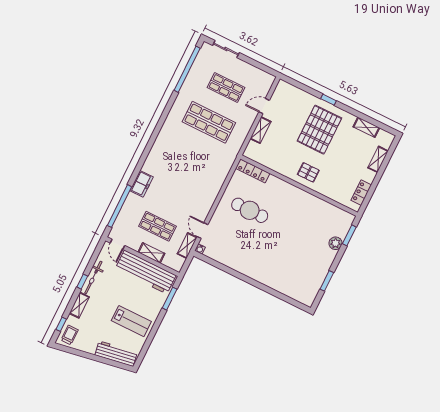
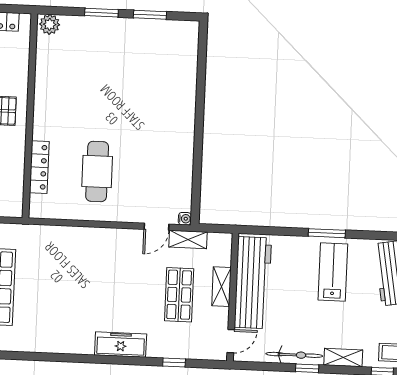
locker: (253, 171) -> (39, 167), moved
freezer: (142, 184) -> (121, 345), width x1.40
window: (120, 206) -> (174, 362), width x0.32
window: (349, 235) -> (101, 13), moved
plant: (336, 243) -> (50, 24), moved
window: (170, 299) -> (327, 233), moved

